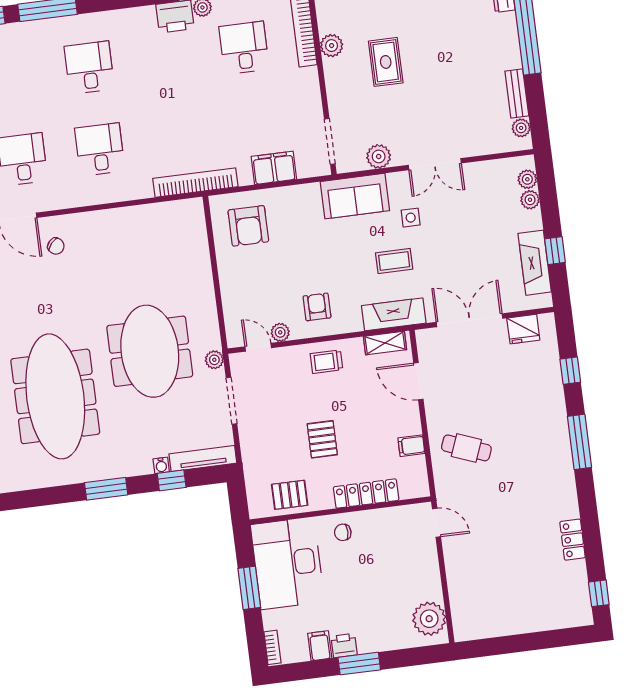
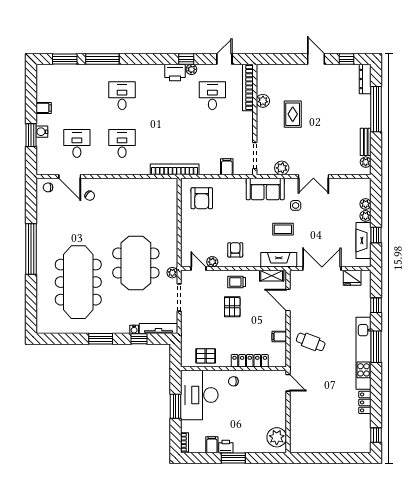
filing cabinet: (274, 168) -> (227, 167), width x0.50
plant: (527, 179) -> (365, 216), moved
pallet: (322, 439) -> (232, 307), moved
kitchen unit: (559, 456) -> (364, 353), added

